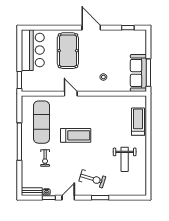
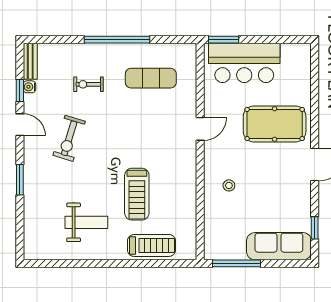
bar counter: (33, 50) -> (244, 63), moved
sofa: (138, 73) -> (279, 246), moved
exercise mat: (41, 122) -> (151, 78), width x0.73, depth x0.69
treadmill: (76, 135) -> (137, 194), moved
weight bench: (125, 159) -> (86, 222), turned 180
exercise bike: (92, 179) -> (69, 138), moved

